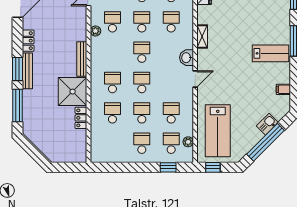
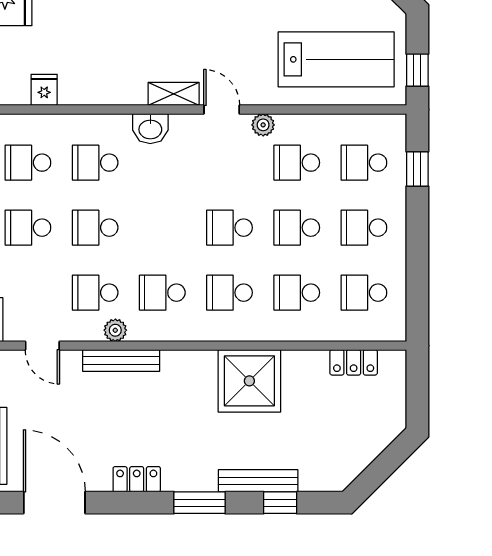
shelving: (202, 36) -> (174, 94), moved
school desk: (142, 52) -> (162, 293), moved
washbasin: (186, 58) -> (150, 129), moved
bench: (82, 59) -> (121, 360), moved
bench: (27, 71) -> (258, 481), moved
window: (18, 105) -> (280, 503), width x0.46
locker: (81, 118) -> (354, 362), moved
plant: (188, 142) -> (263, 125), moved
school desk: (112, 143) -> (364, 293), added

